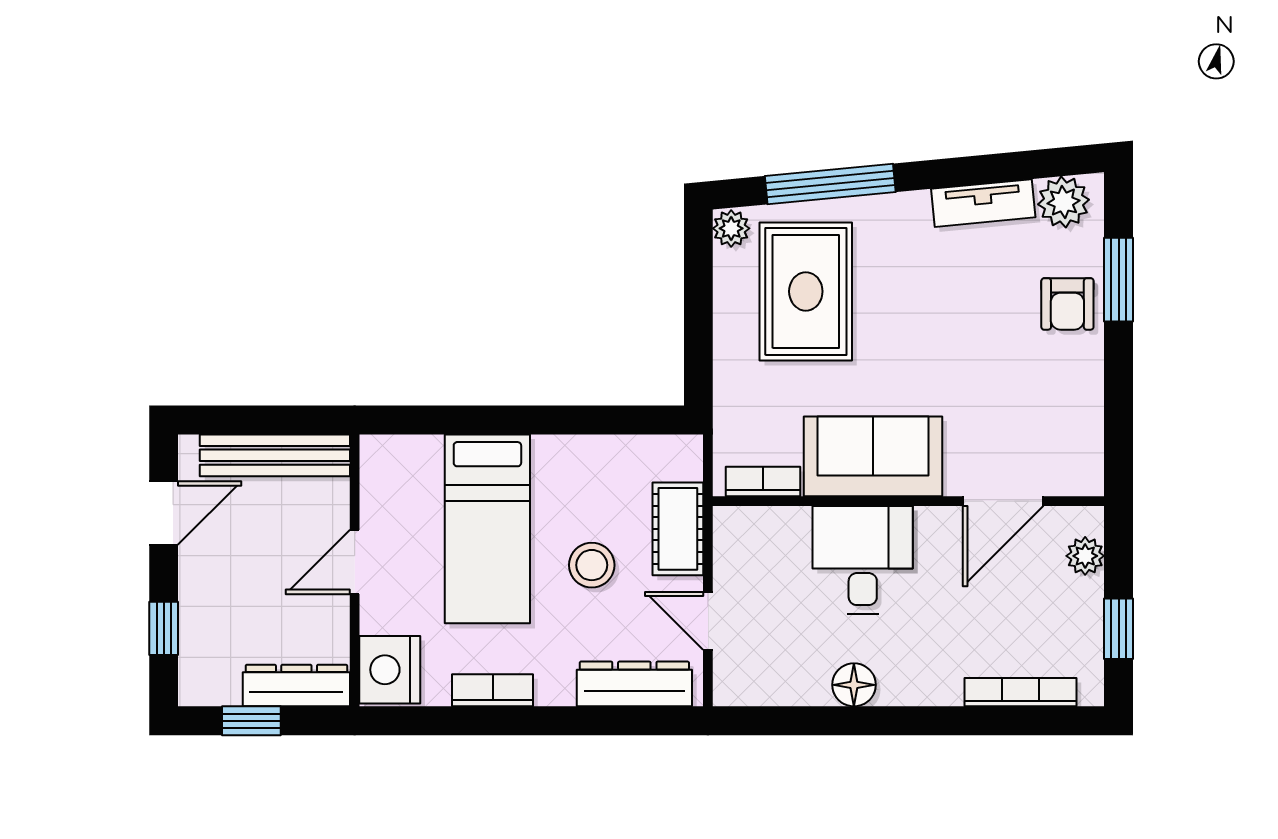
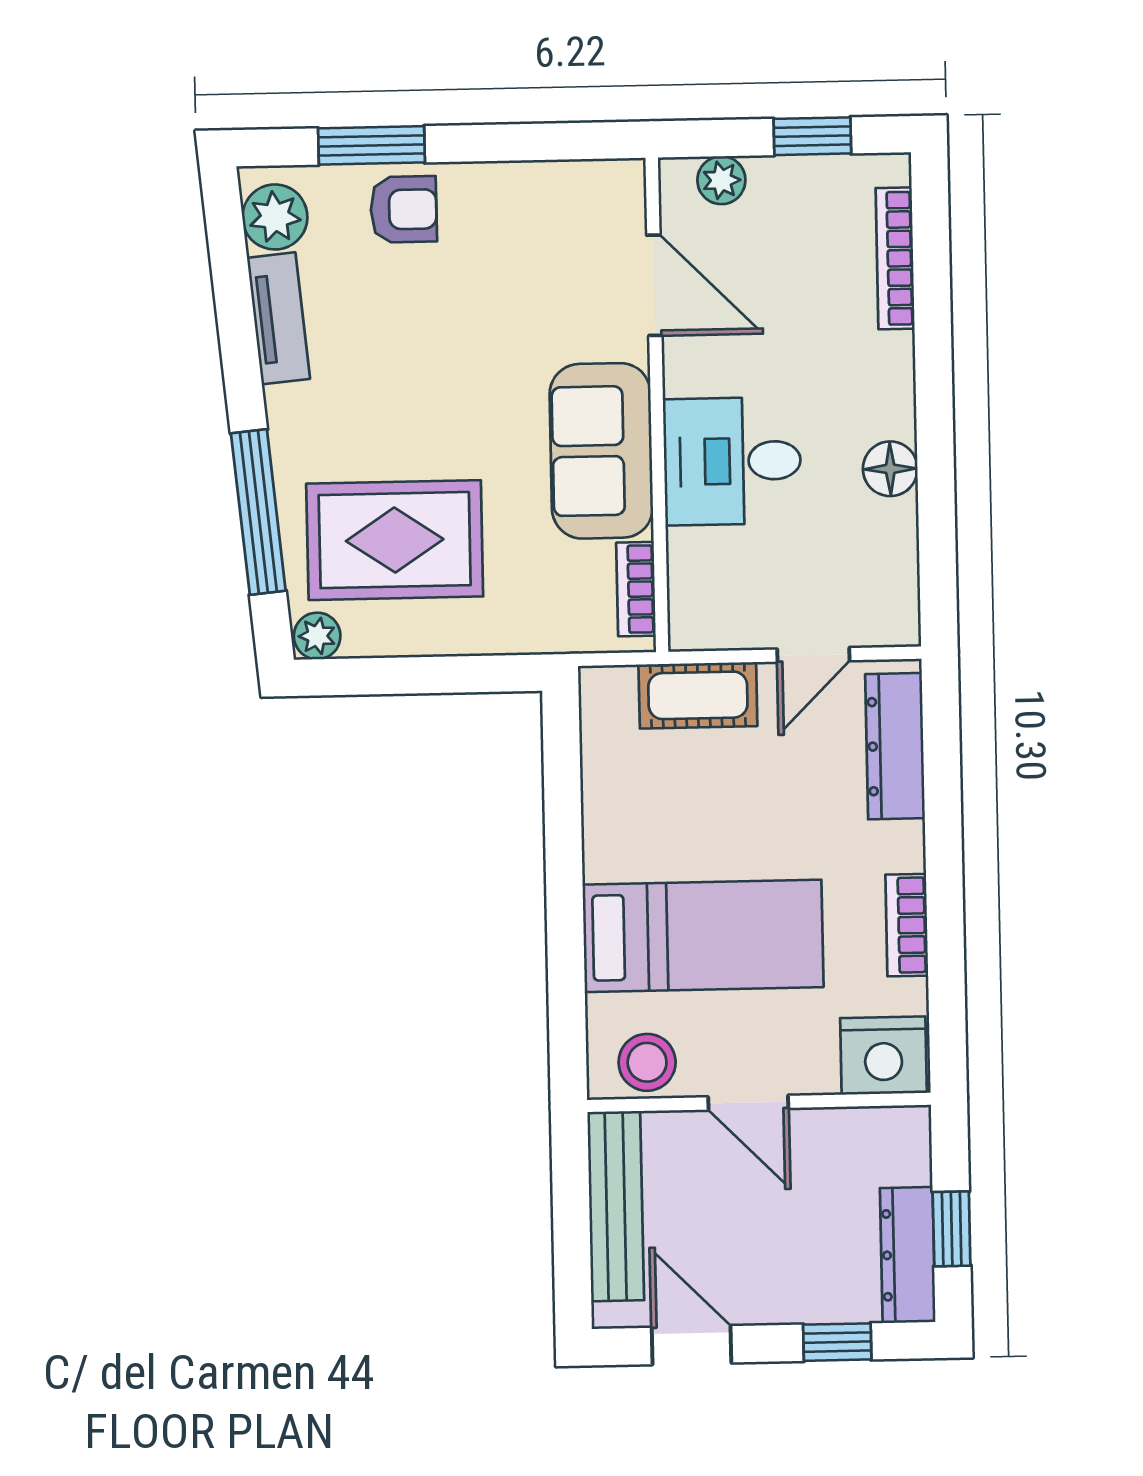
stool: (592, 565) -> (647, 1062), moved
dresser: (296, 686) -> (908, 1255), moved

